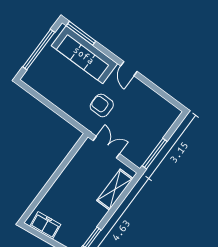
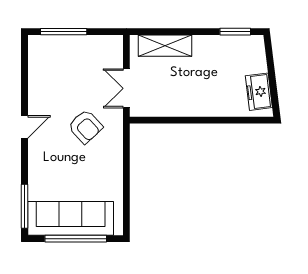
sofa: (84, 55) -> (71, 218), moved, turned -90
armchair: (102, 105) -> (85, 127), turned -43
window: (155, 154) -> (64, 32), moved

